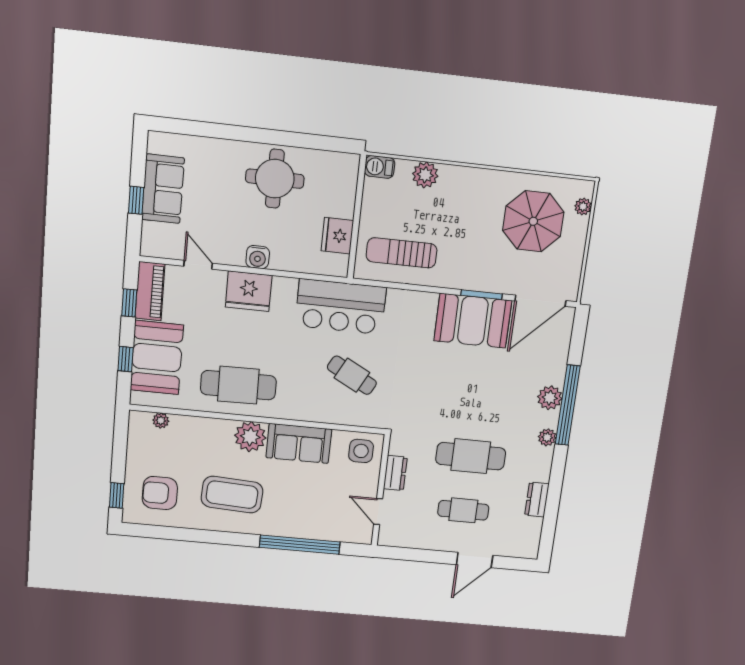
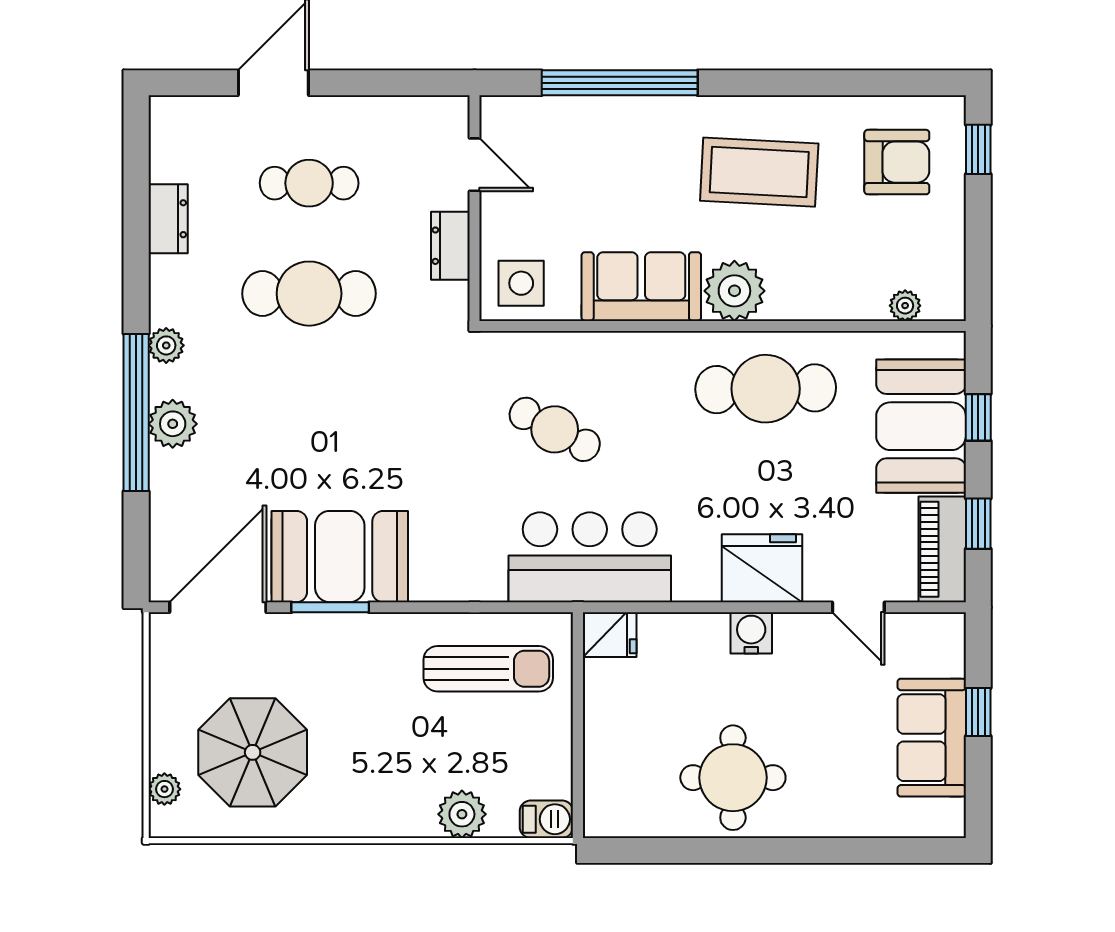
fridge: (337, 236) -> (610, 635), moved, width x0.72

